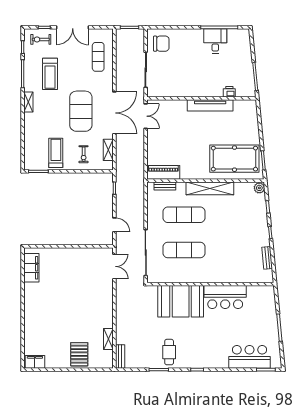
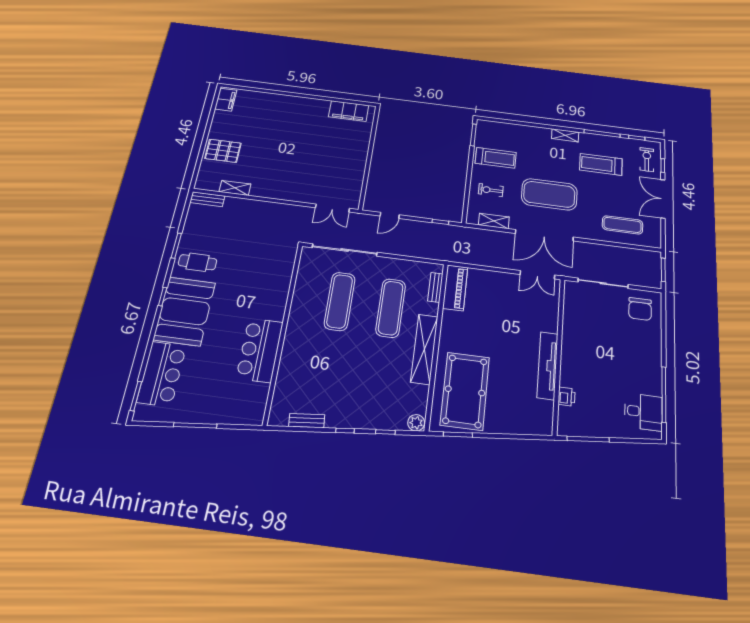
desk: (215, 41) -> (643, 412), moved
booth: (181, 301) -> (185, 311), moved

